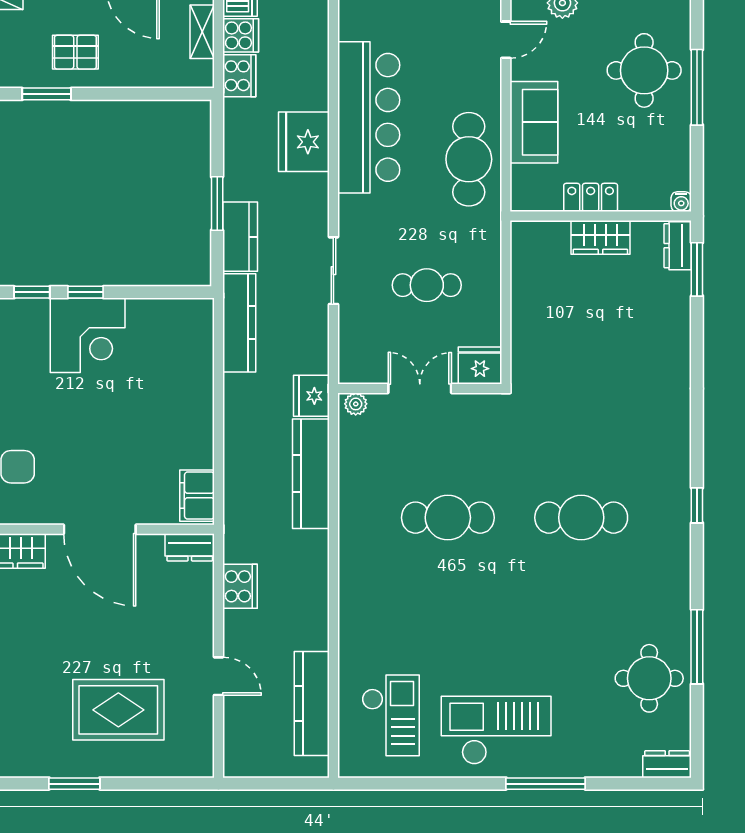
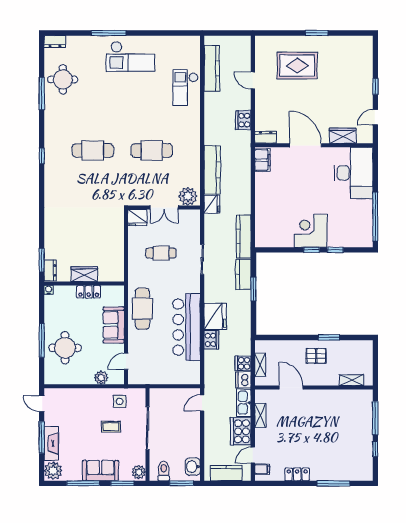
cooker: (239, 76) -> (211, 340), moved, turned 180
plant: (356, 404) -> (188, 196), width x1.88, depth x1.88
checkout: (391, 715) -> (185, 88), moved

